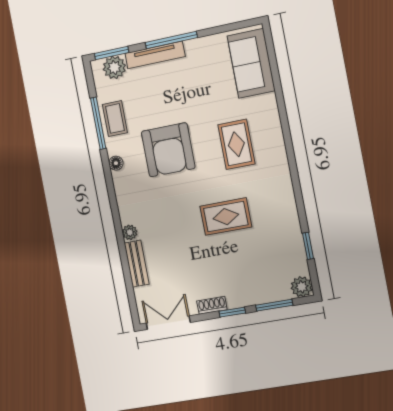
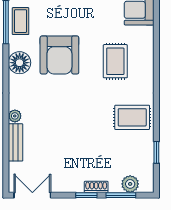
floor lamp: (116, 163) -> (20, 63), width x1.89, depth x1.89
rug: (226, 217) -> (132, 117), moved
plant: (302, 287) -> (130, 184), moved
shoe rack: (212, 305) -> (96, 187), moved

